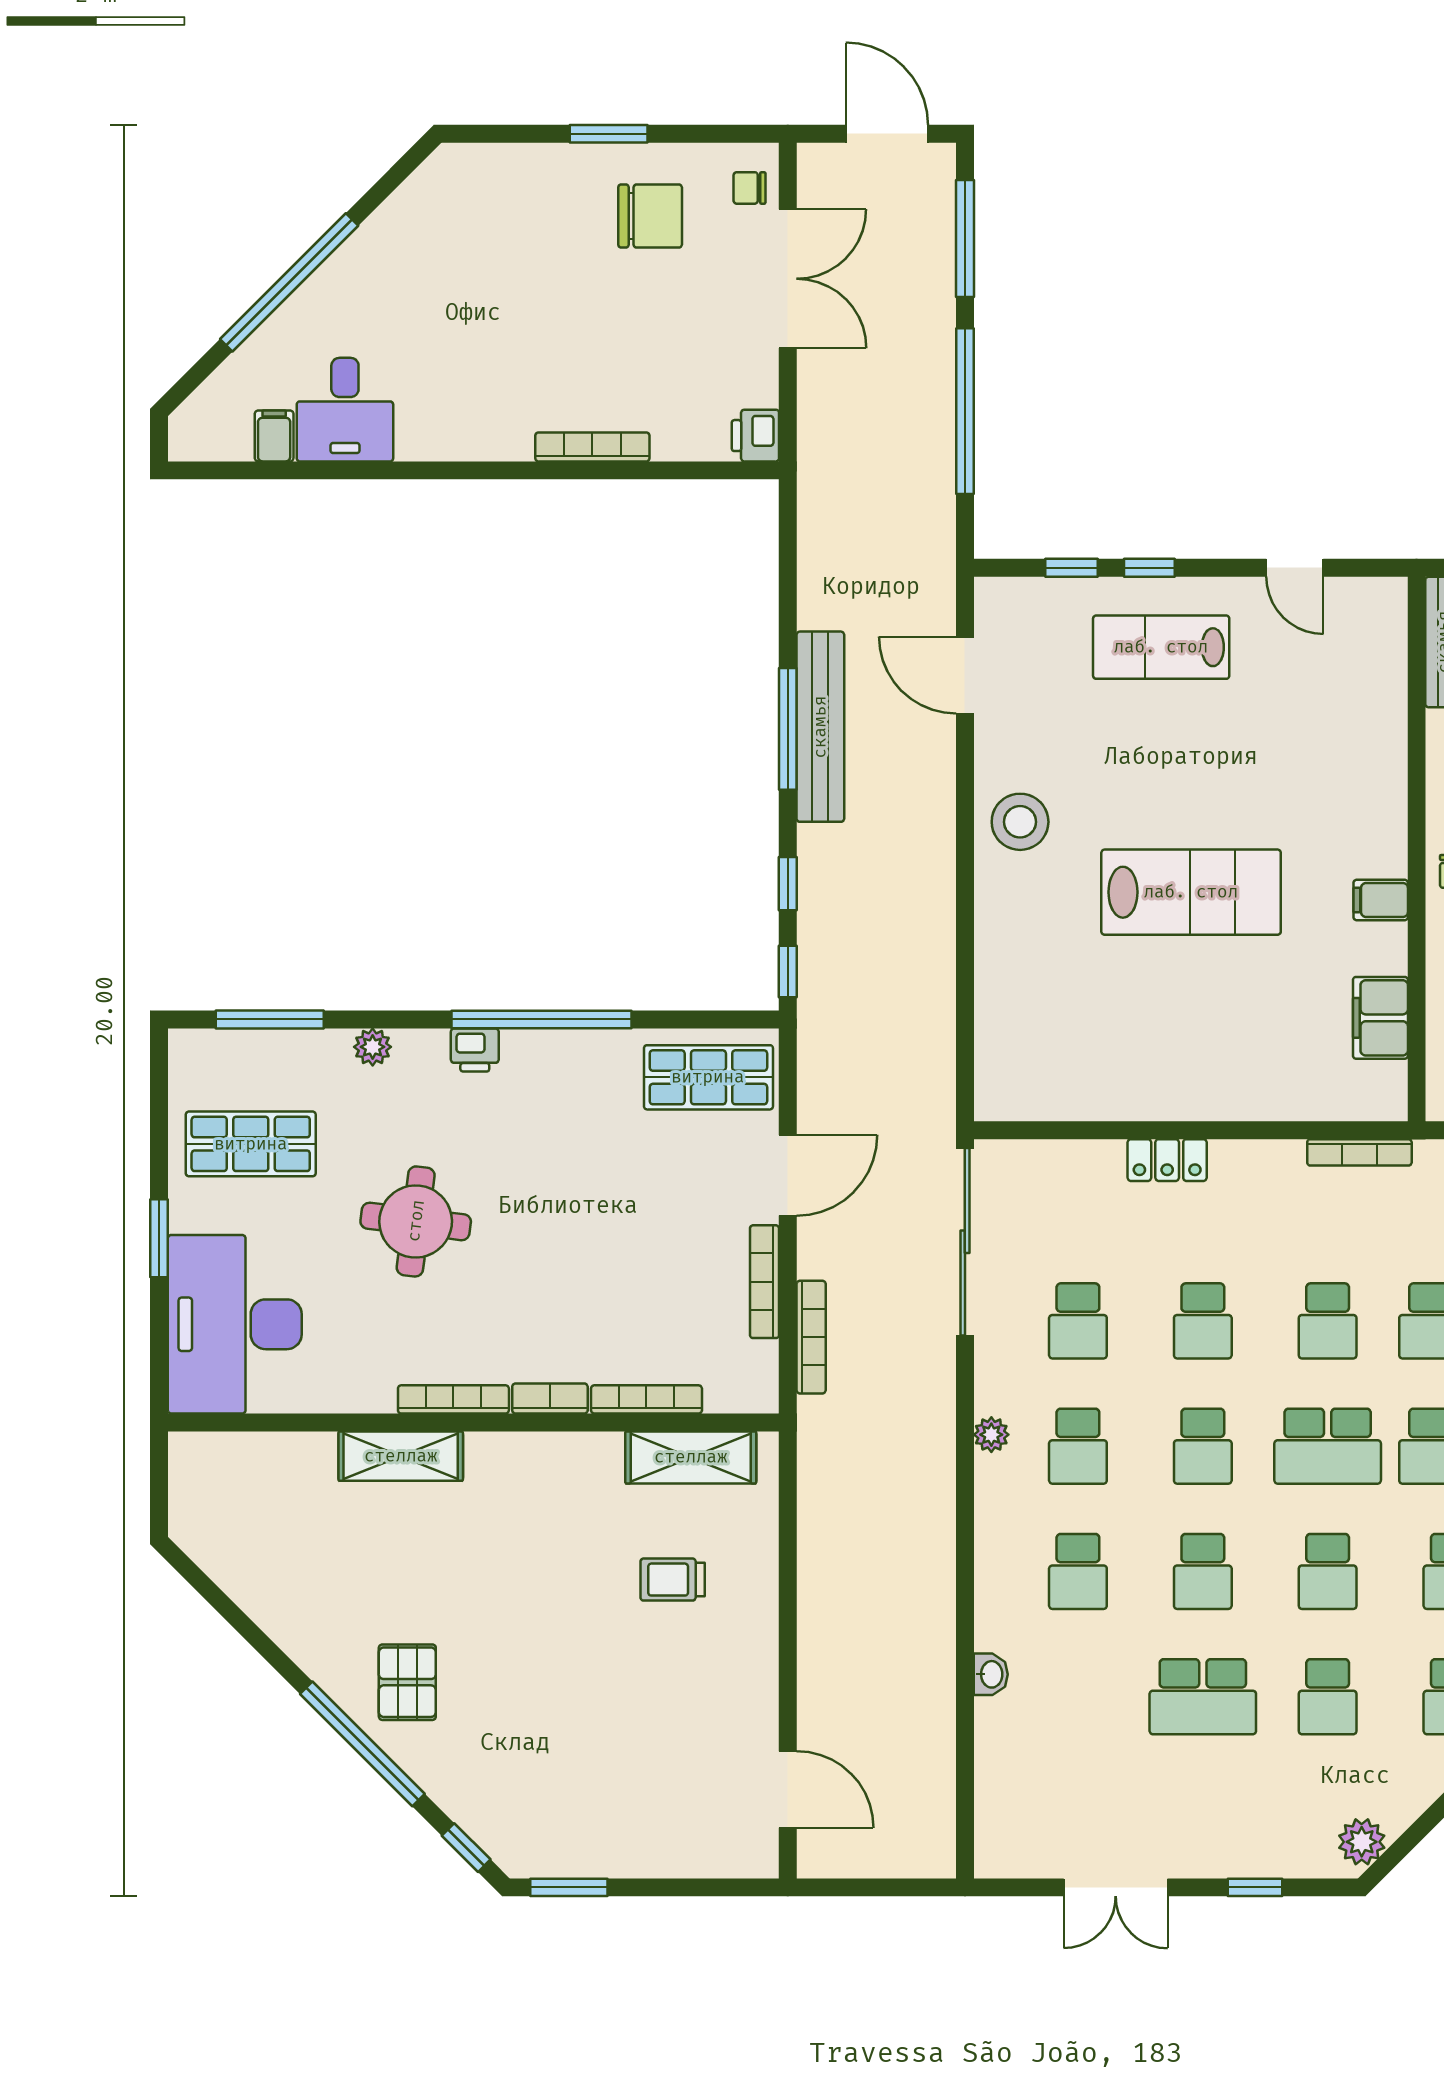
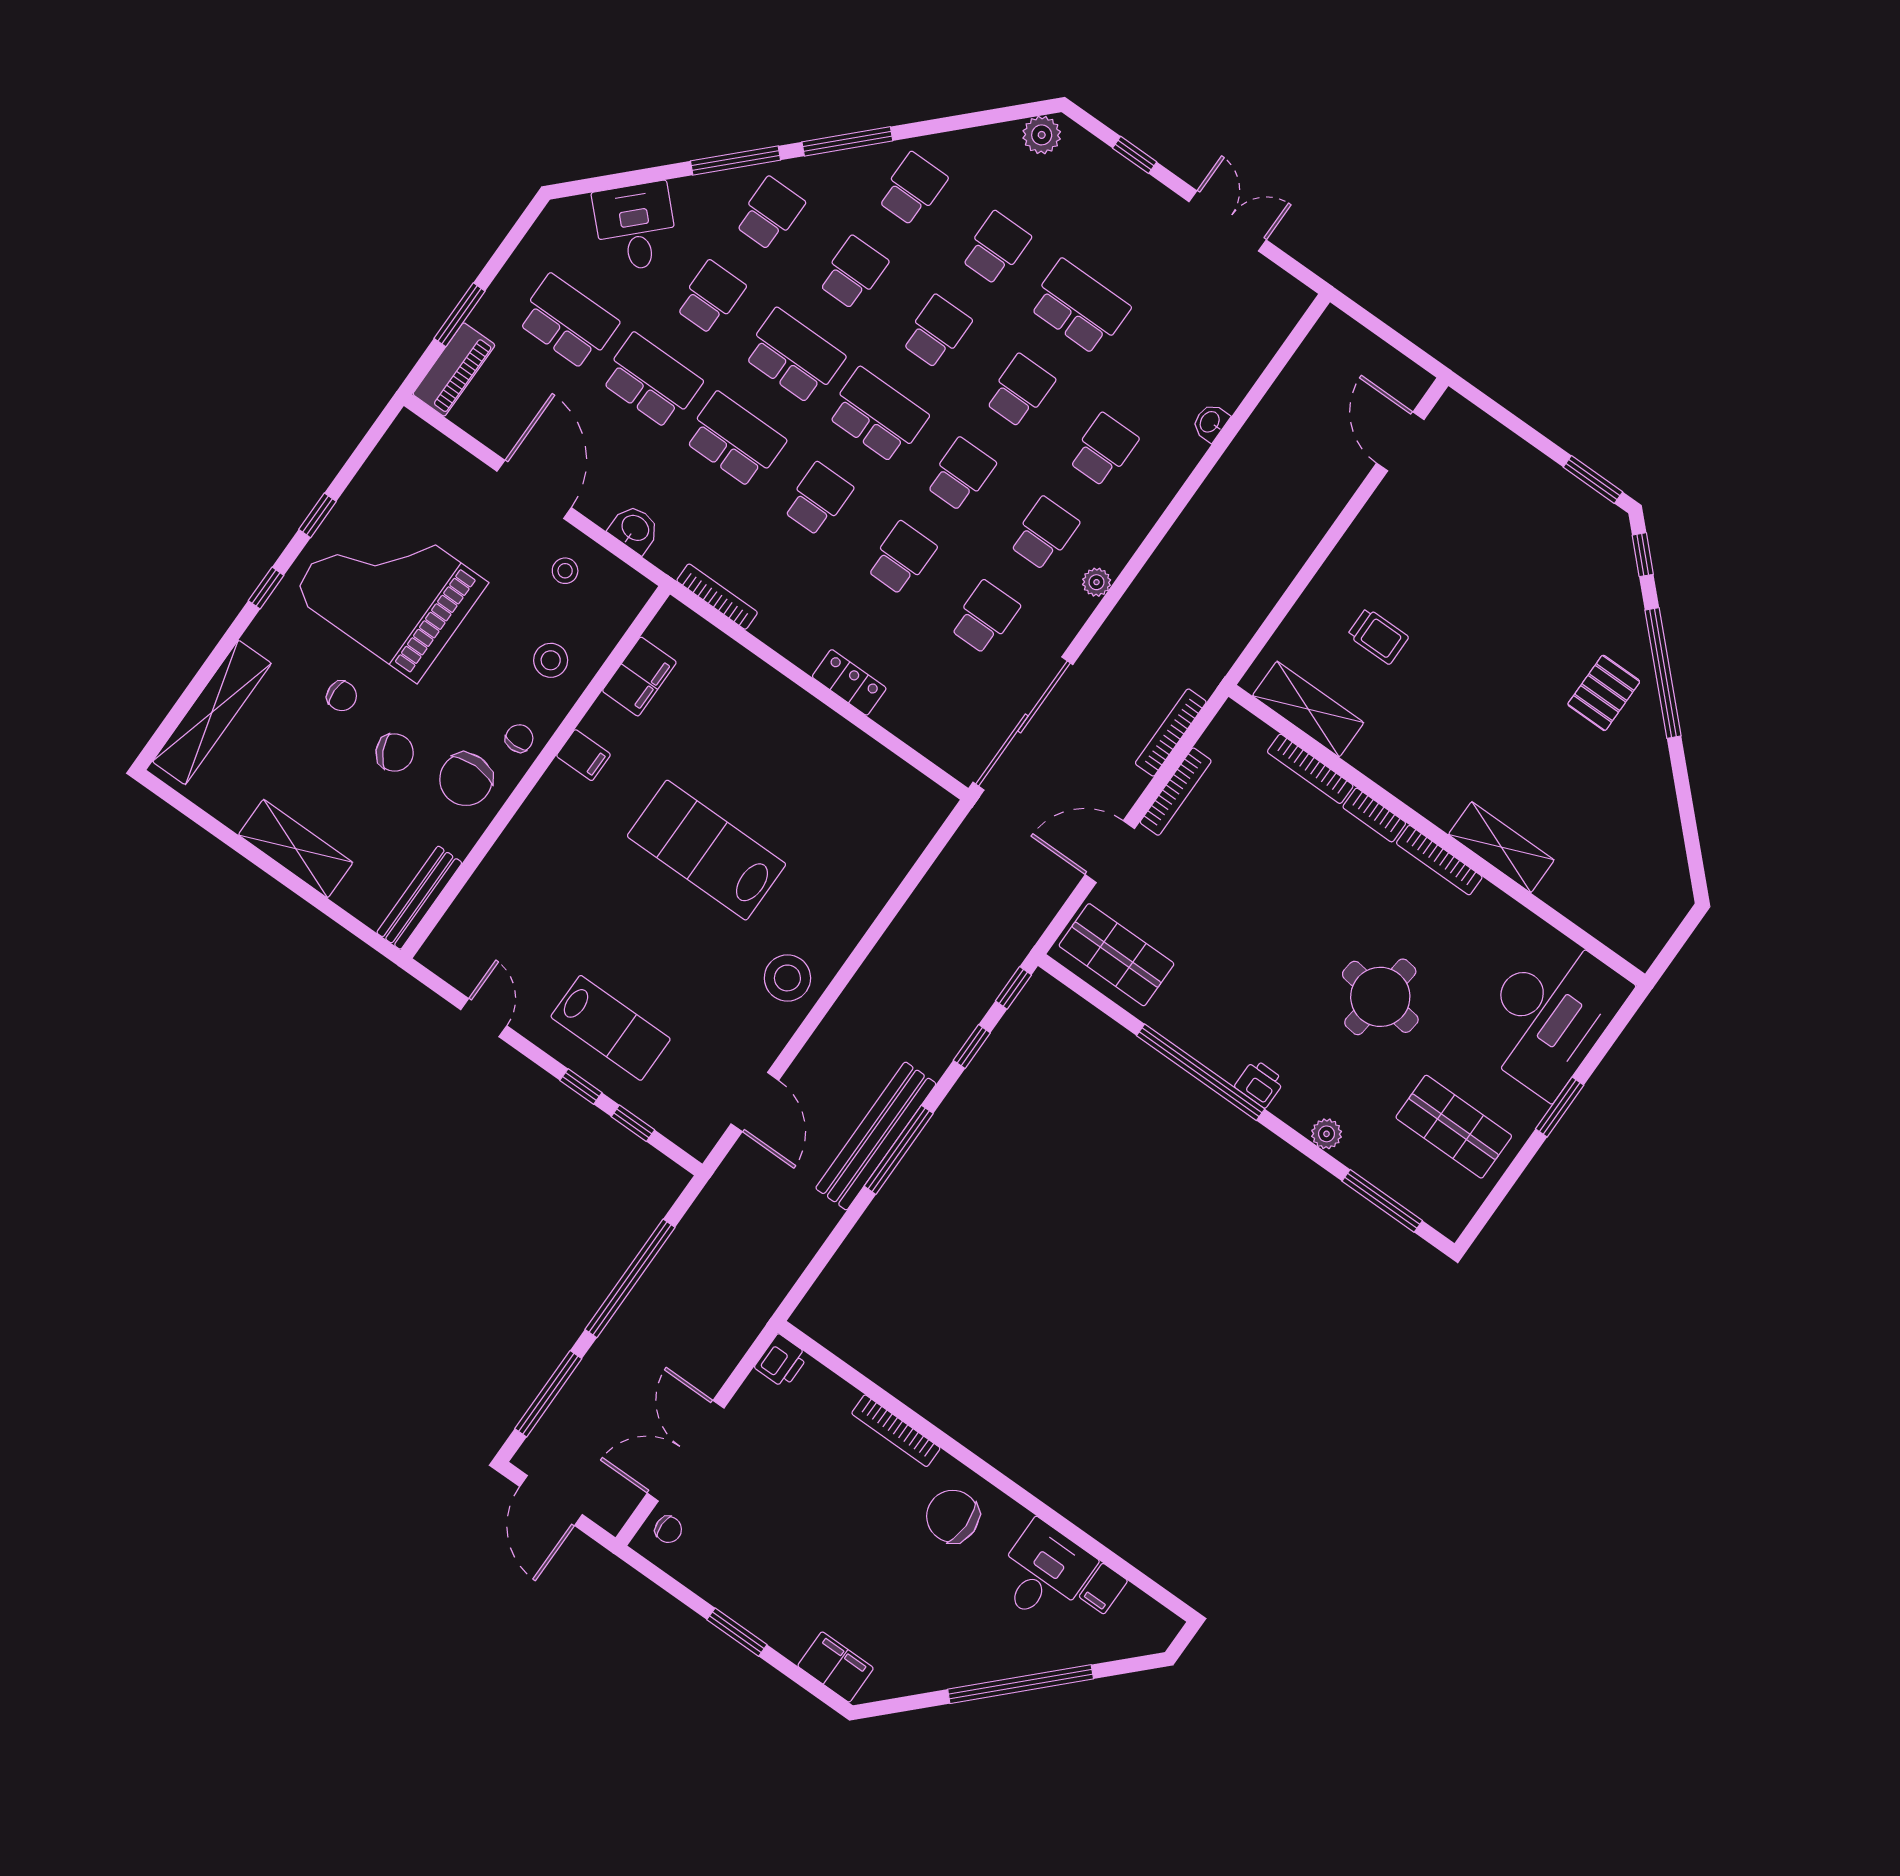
filing cabinet: (486, 169) -> (836, 1667), added
chair: (650, 216) -> (953, 1516), moved

